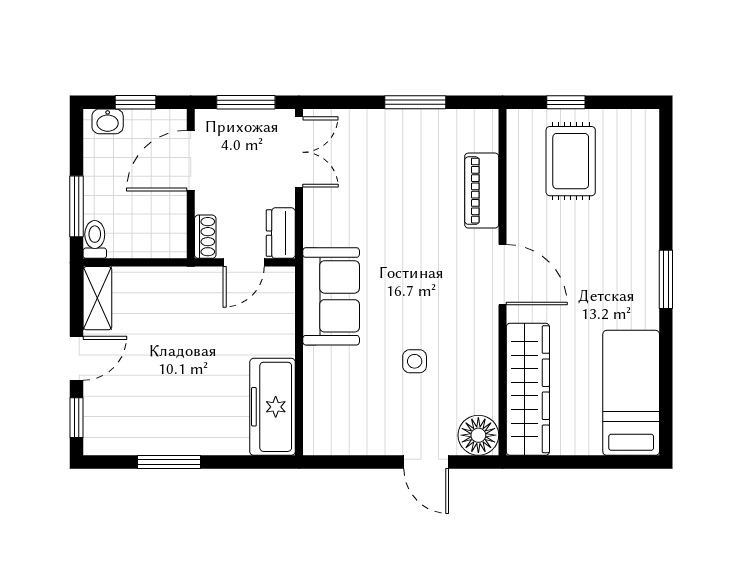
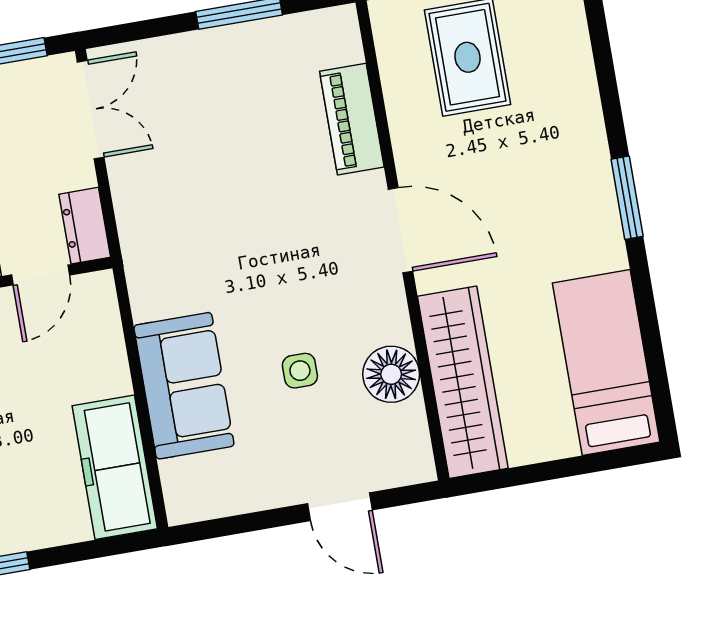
sofa: (331, 296) -> (184, 386), moved
floor lamp: (478, 435) -> (391, 374), moved

